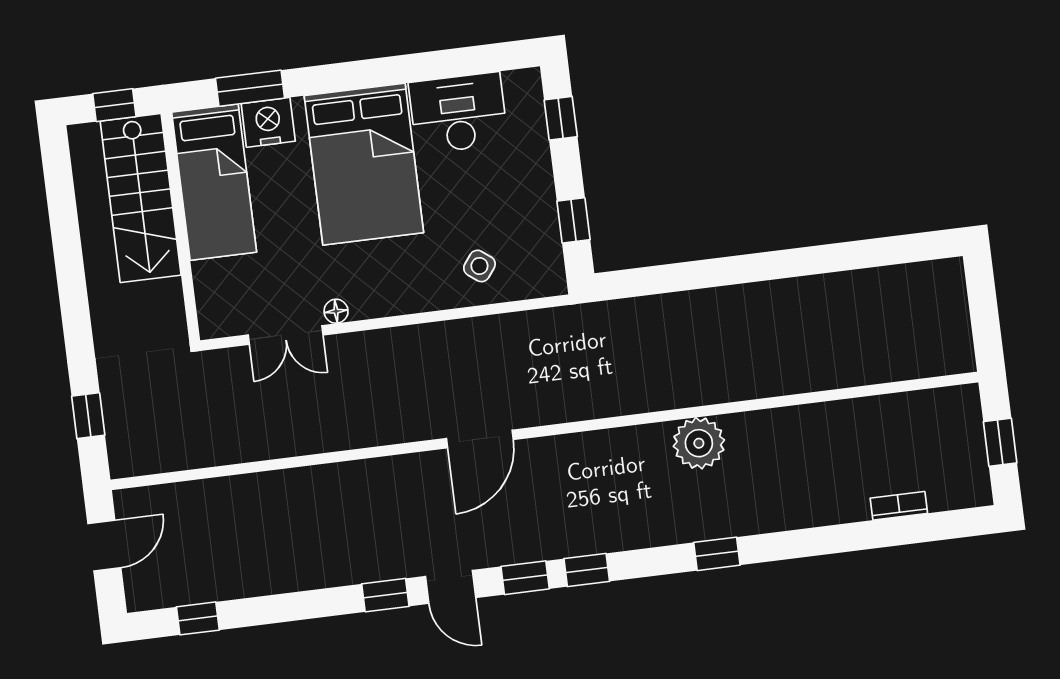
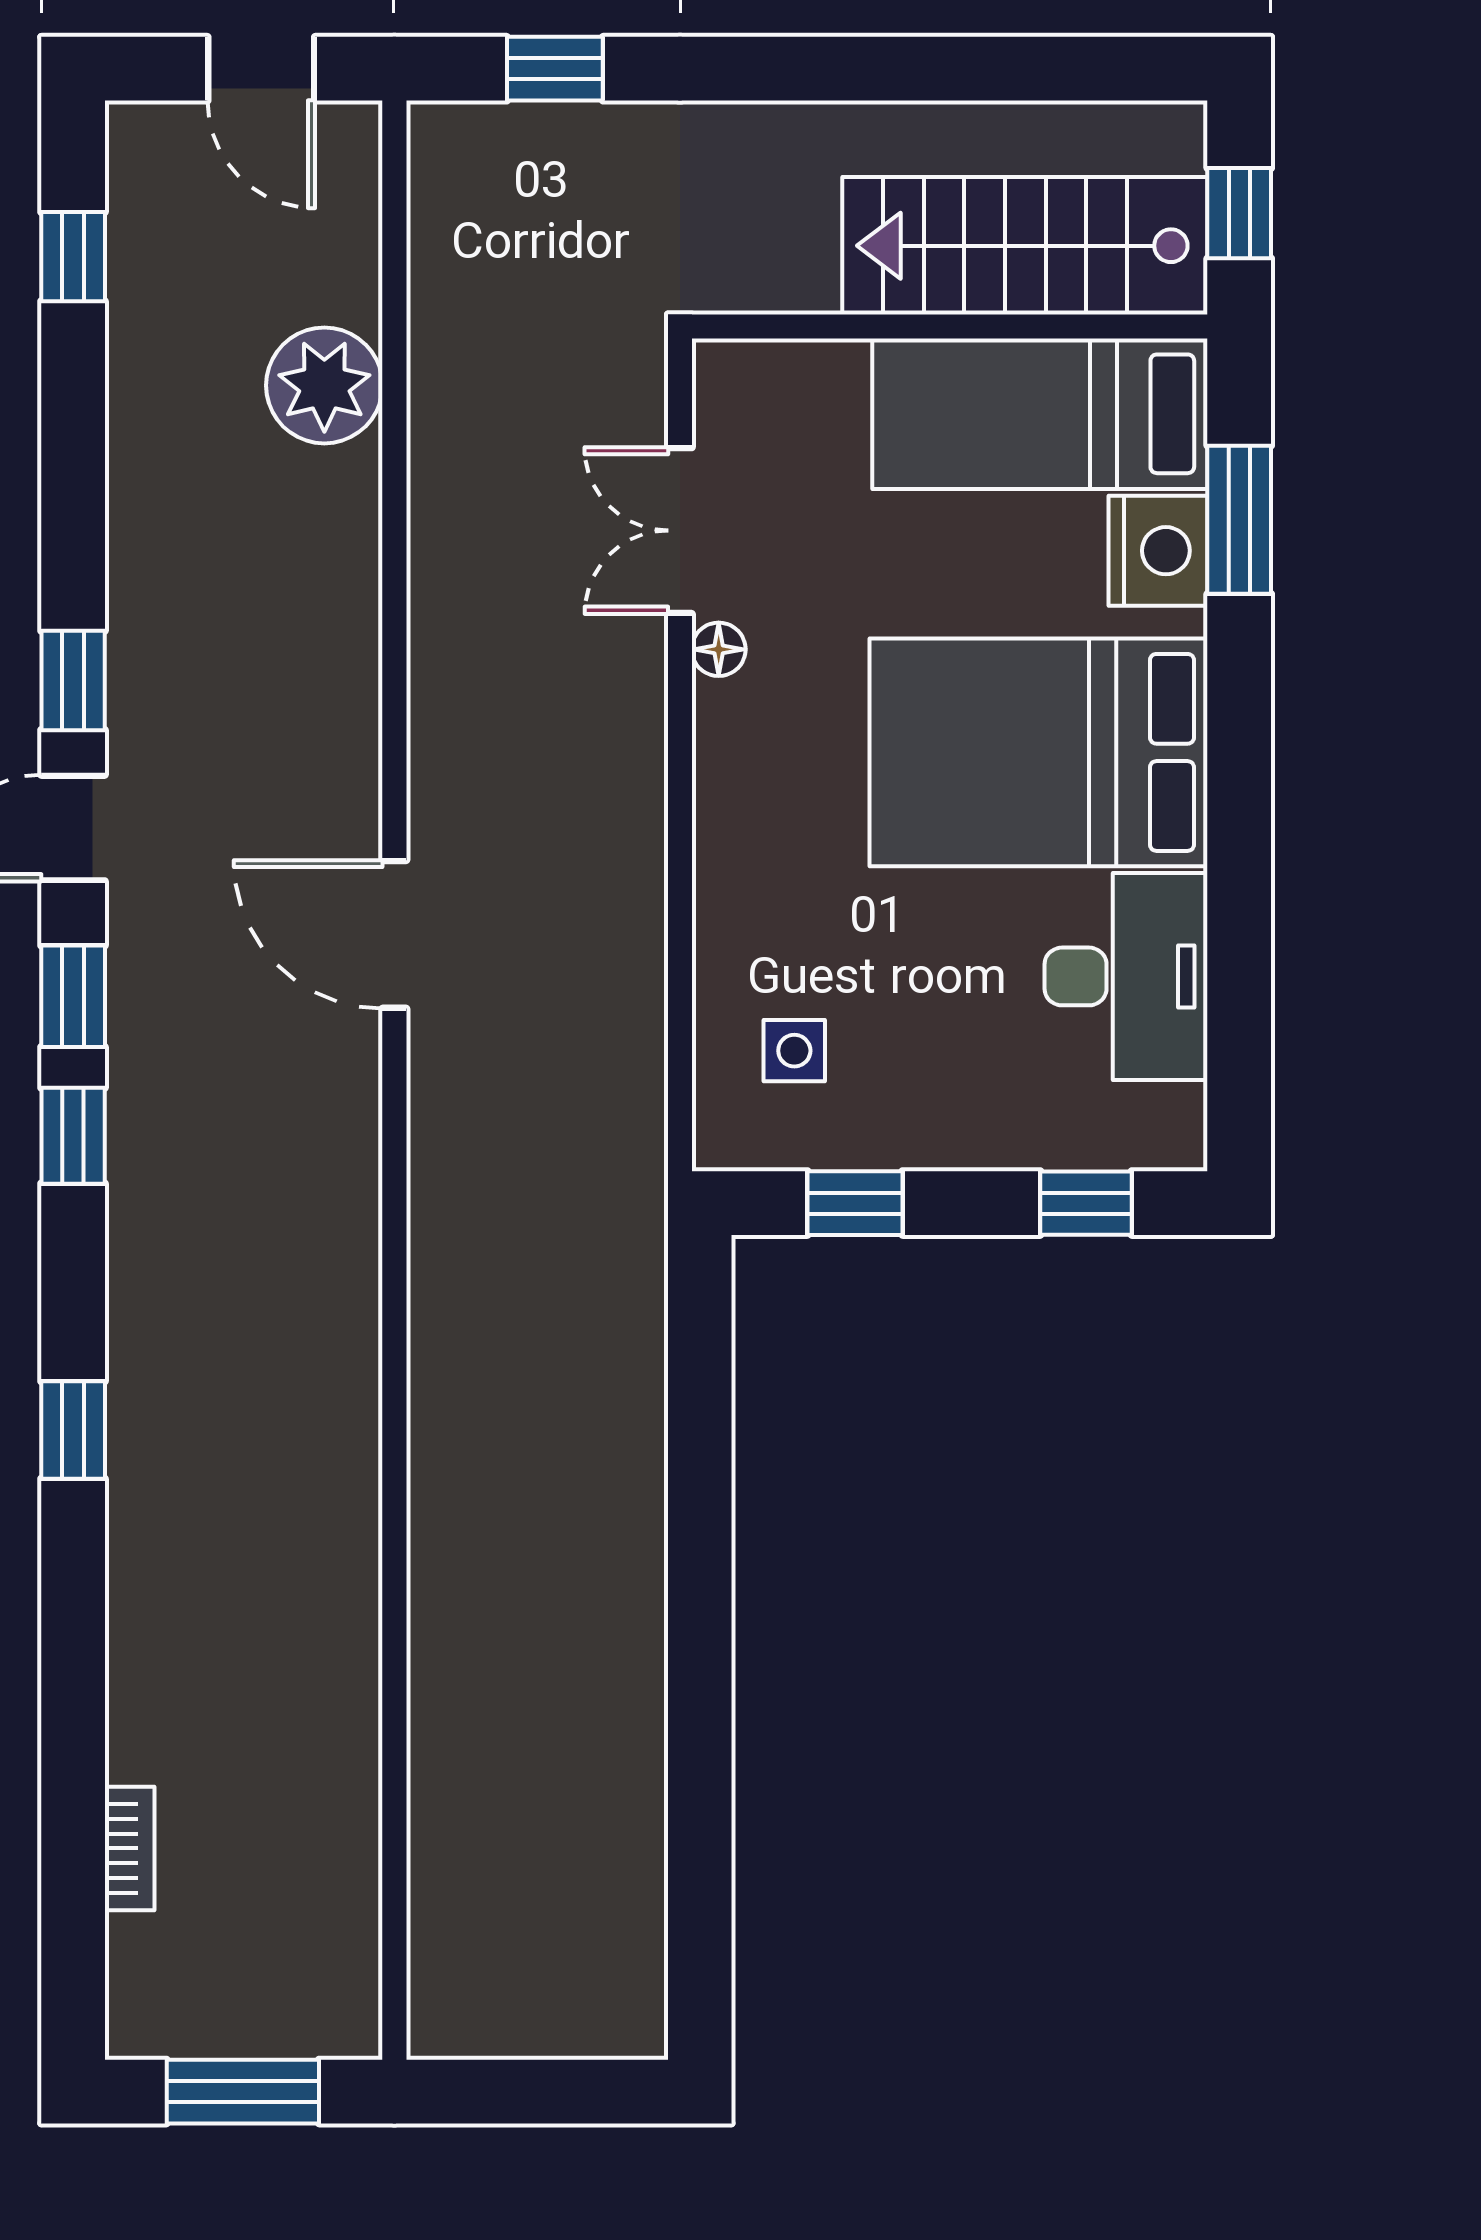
side table: (479, 266) -> (794, 1051), moved, turned -37
window: (1000, 442) -> (243, 2092), width x1.50
plant: (699, 443) -> (324, 385), moved

